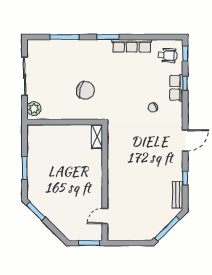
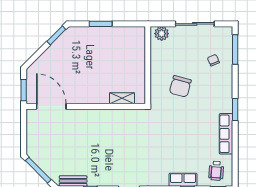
window: (64, 37) -> (235, 50), moved
chair: (153, 107) -> (213, 60), moved
shelving: (97, 137) -> (122, 98), moved
door: (105, 216) -> (51, 106), width x1.88

